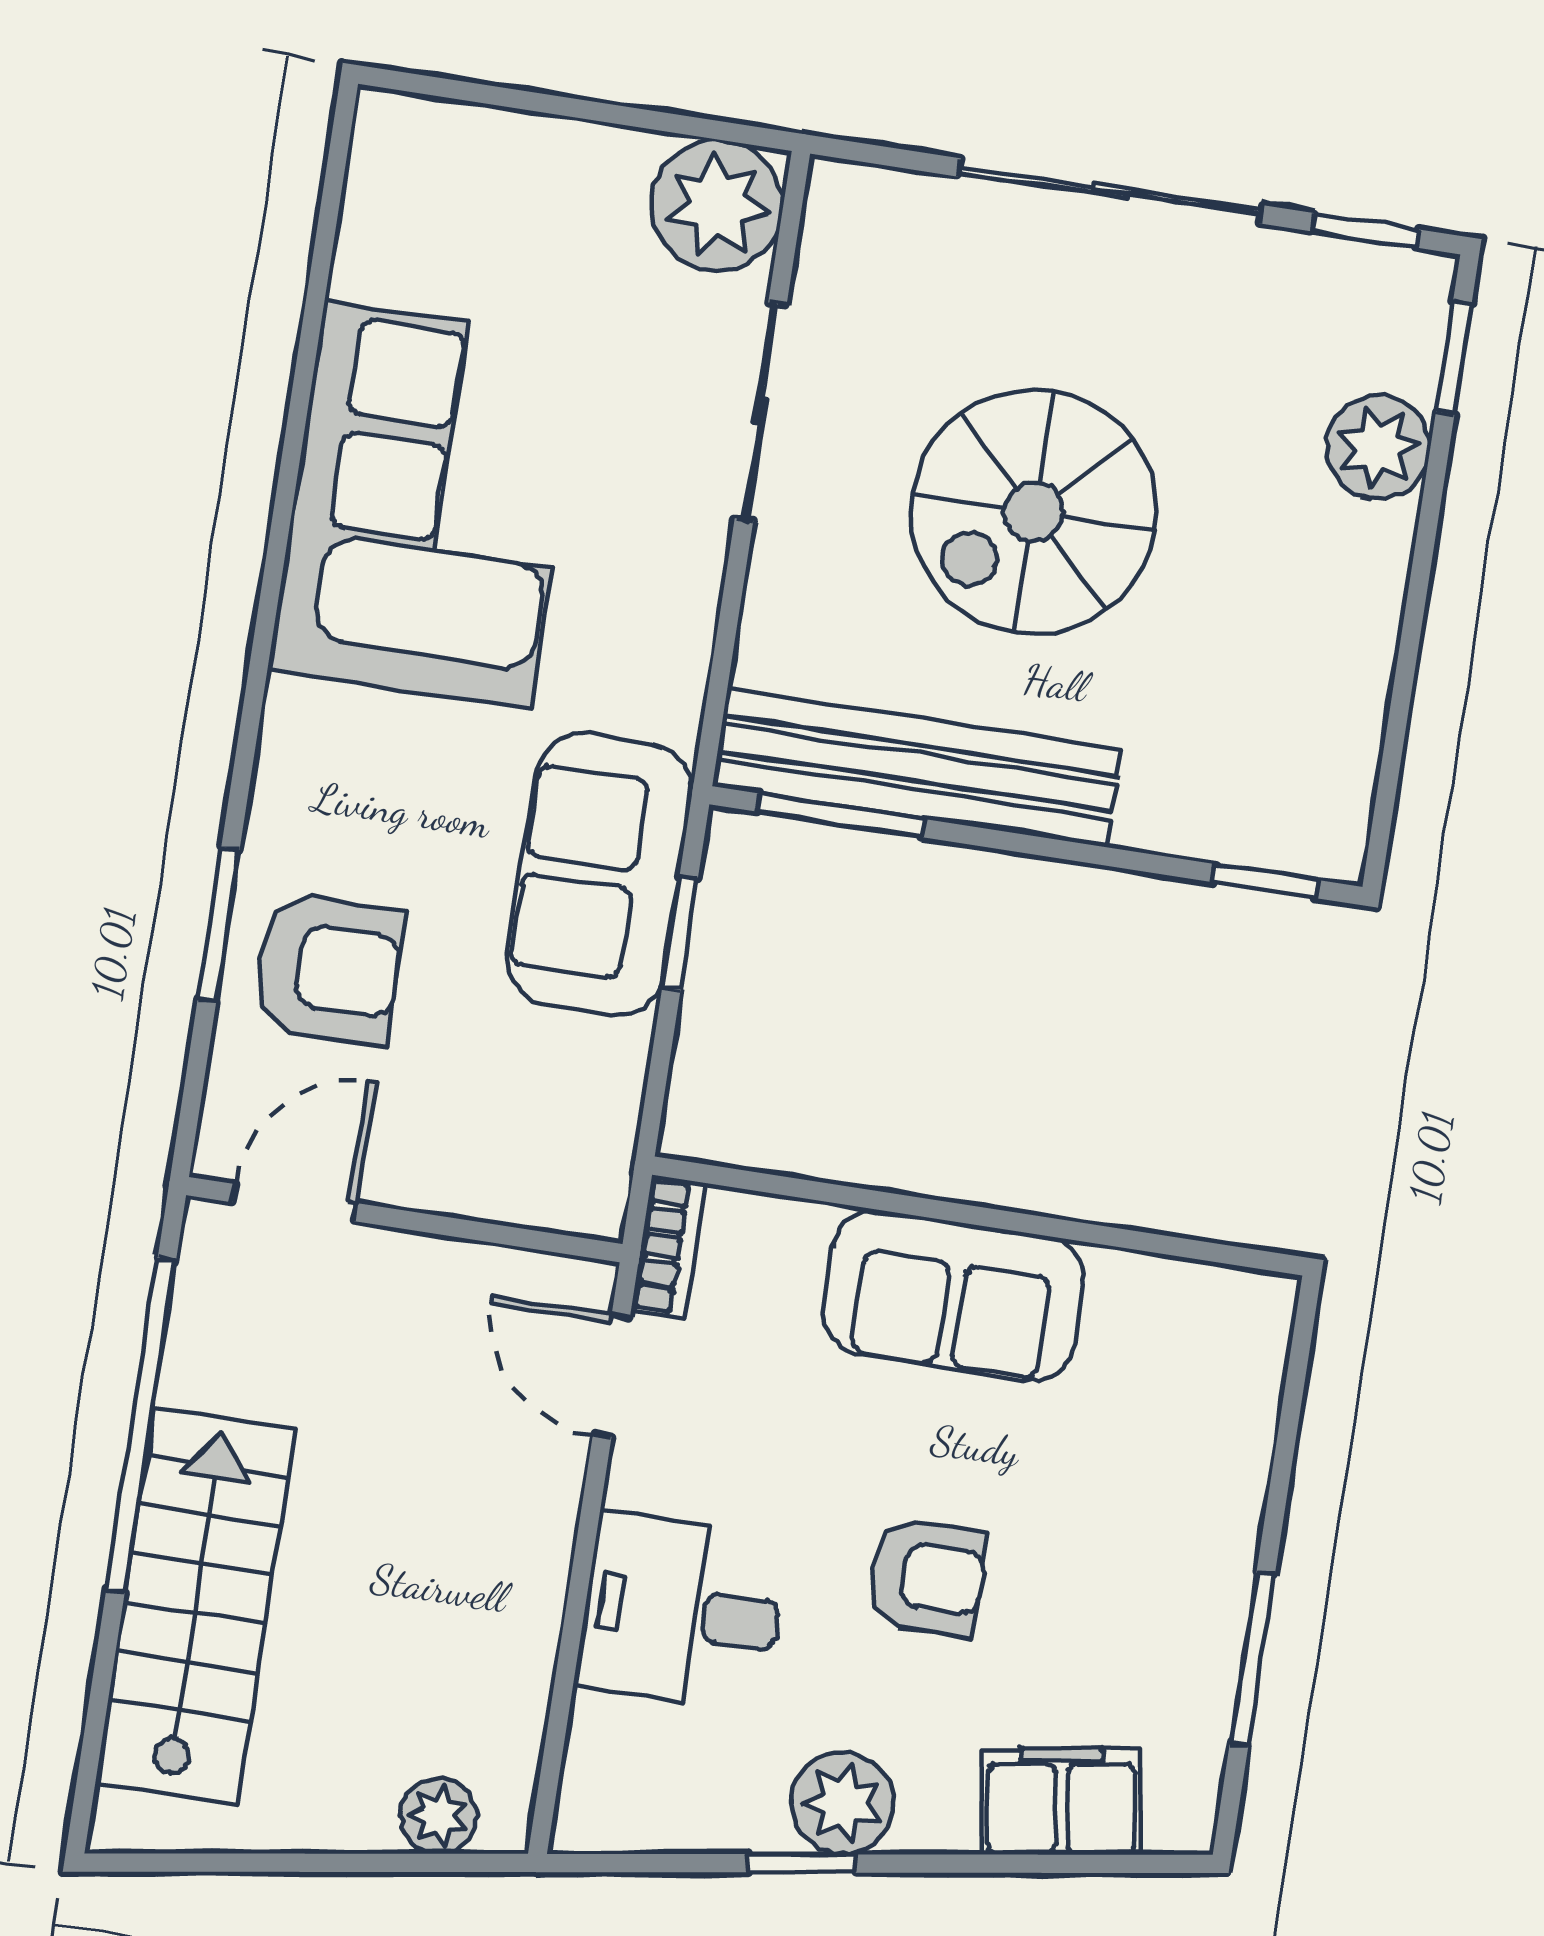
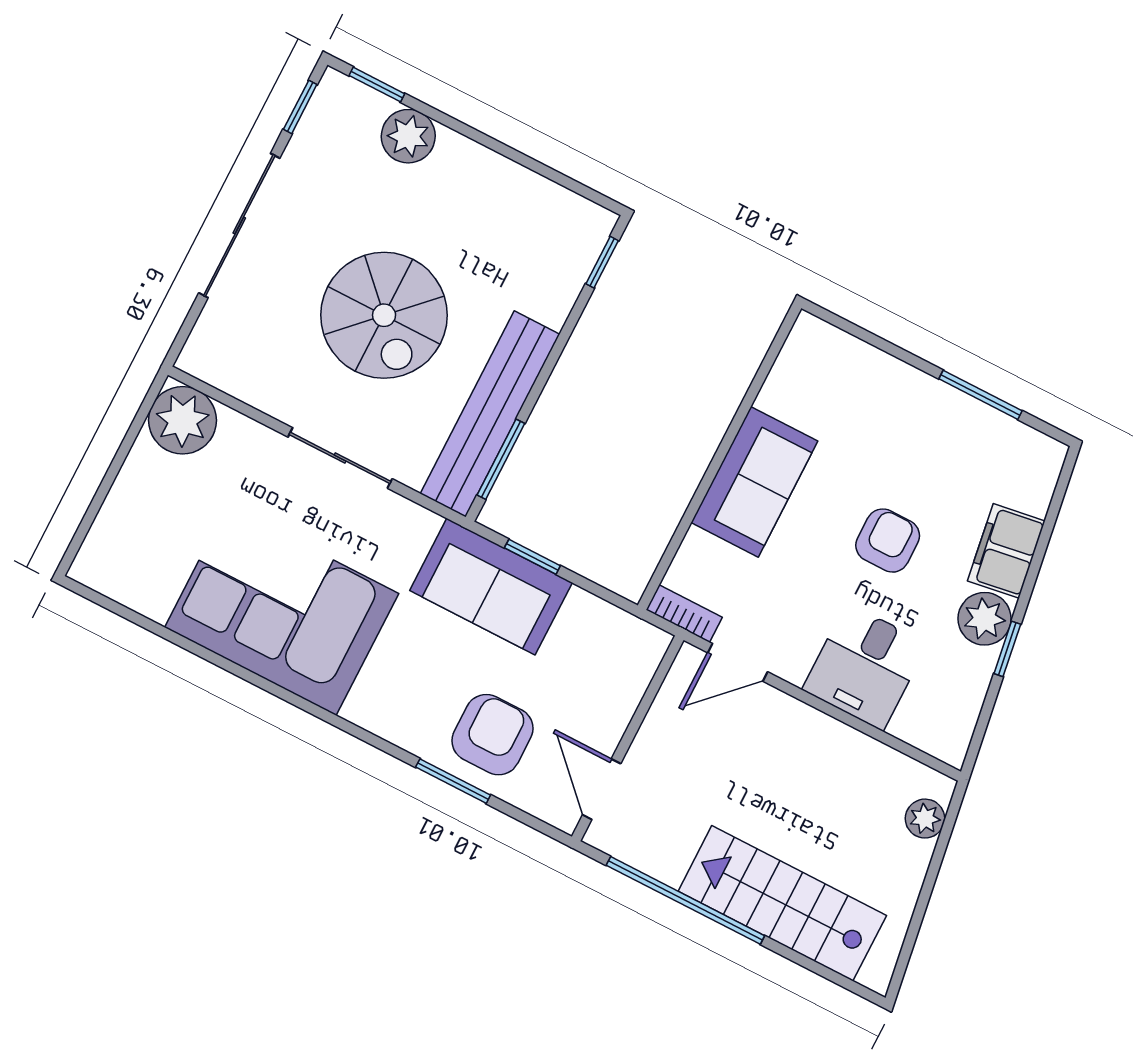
sliding door: (761, 412) -> (340, 458), moved
filing cabinet: (1062, 1802) -> (1006, 551), moved

